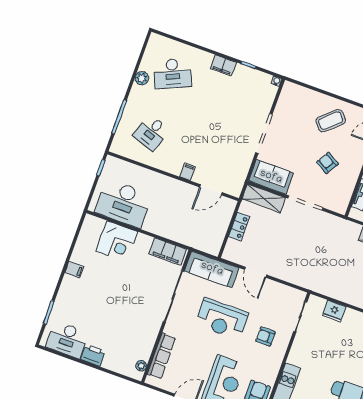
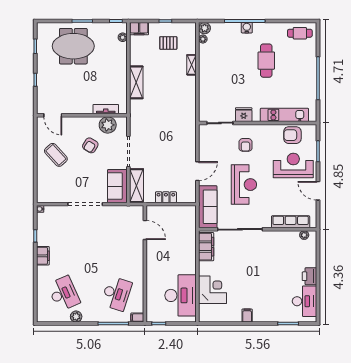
desk: (151, 133) -> (116, 294), width x1.37
filing cabinet: (188, 172) -> (137, 318), moved
plant: (343, 191) -> (108, 125), added
fridge: (334, 311) -> (244, 115), moved, turned -90

